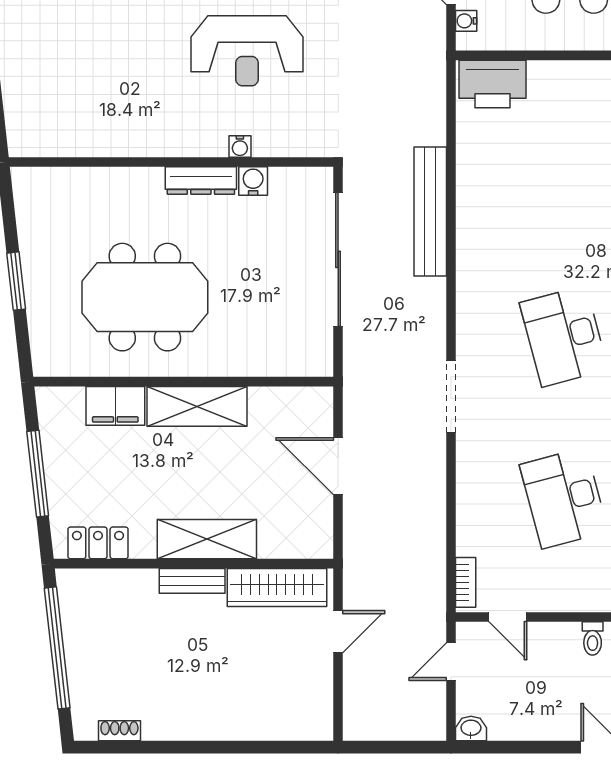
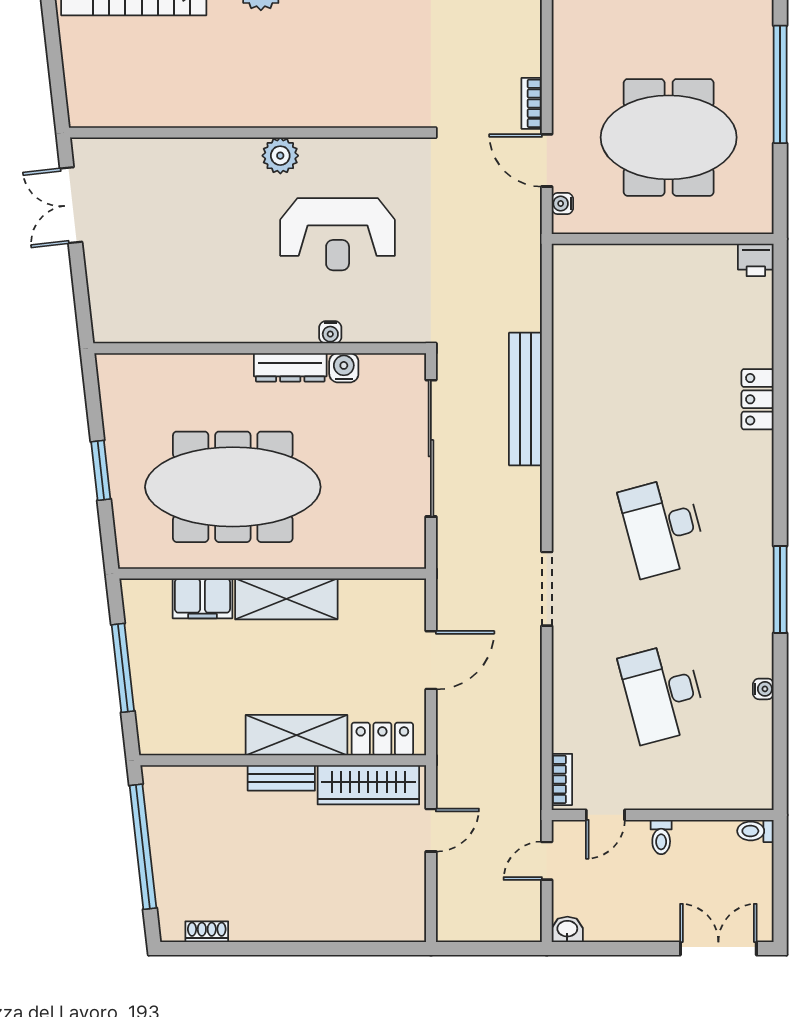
printer: (493, 84) -> (589, 268), removed
meeting table: (145, 297) -> (233, 487), width x1.36
door: (338, 466) -> (431, 660), swing flipped
locker: (98, 543) -> (382, 739), moved
door: (508, 617) -> (605, 815), hinge flipped
toilet: (593, 638) -> (661, 837), moved

